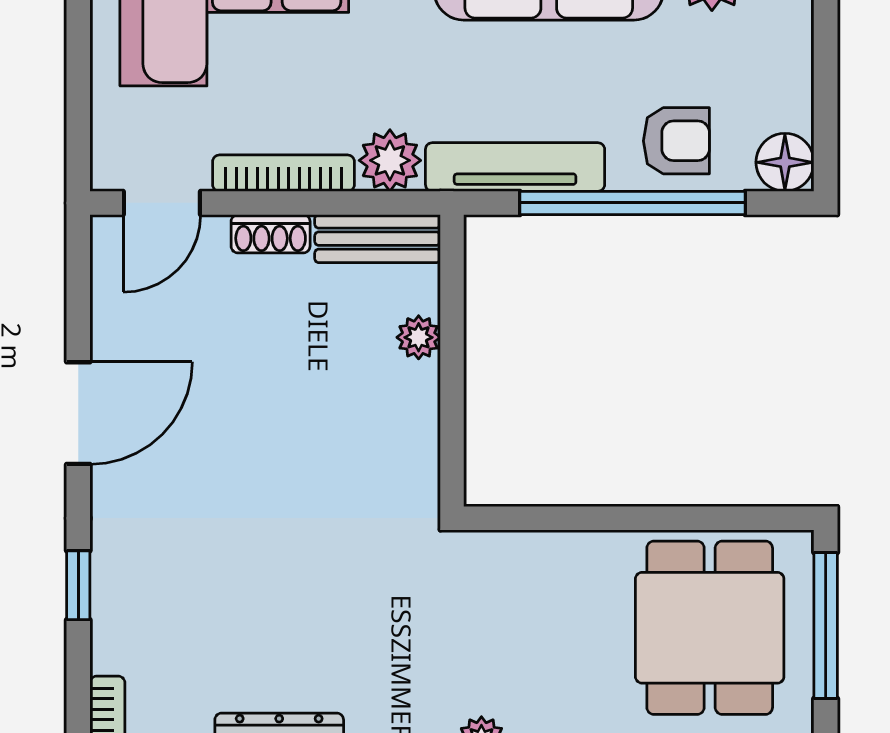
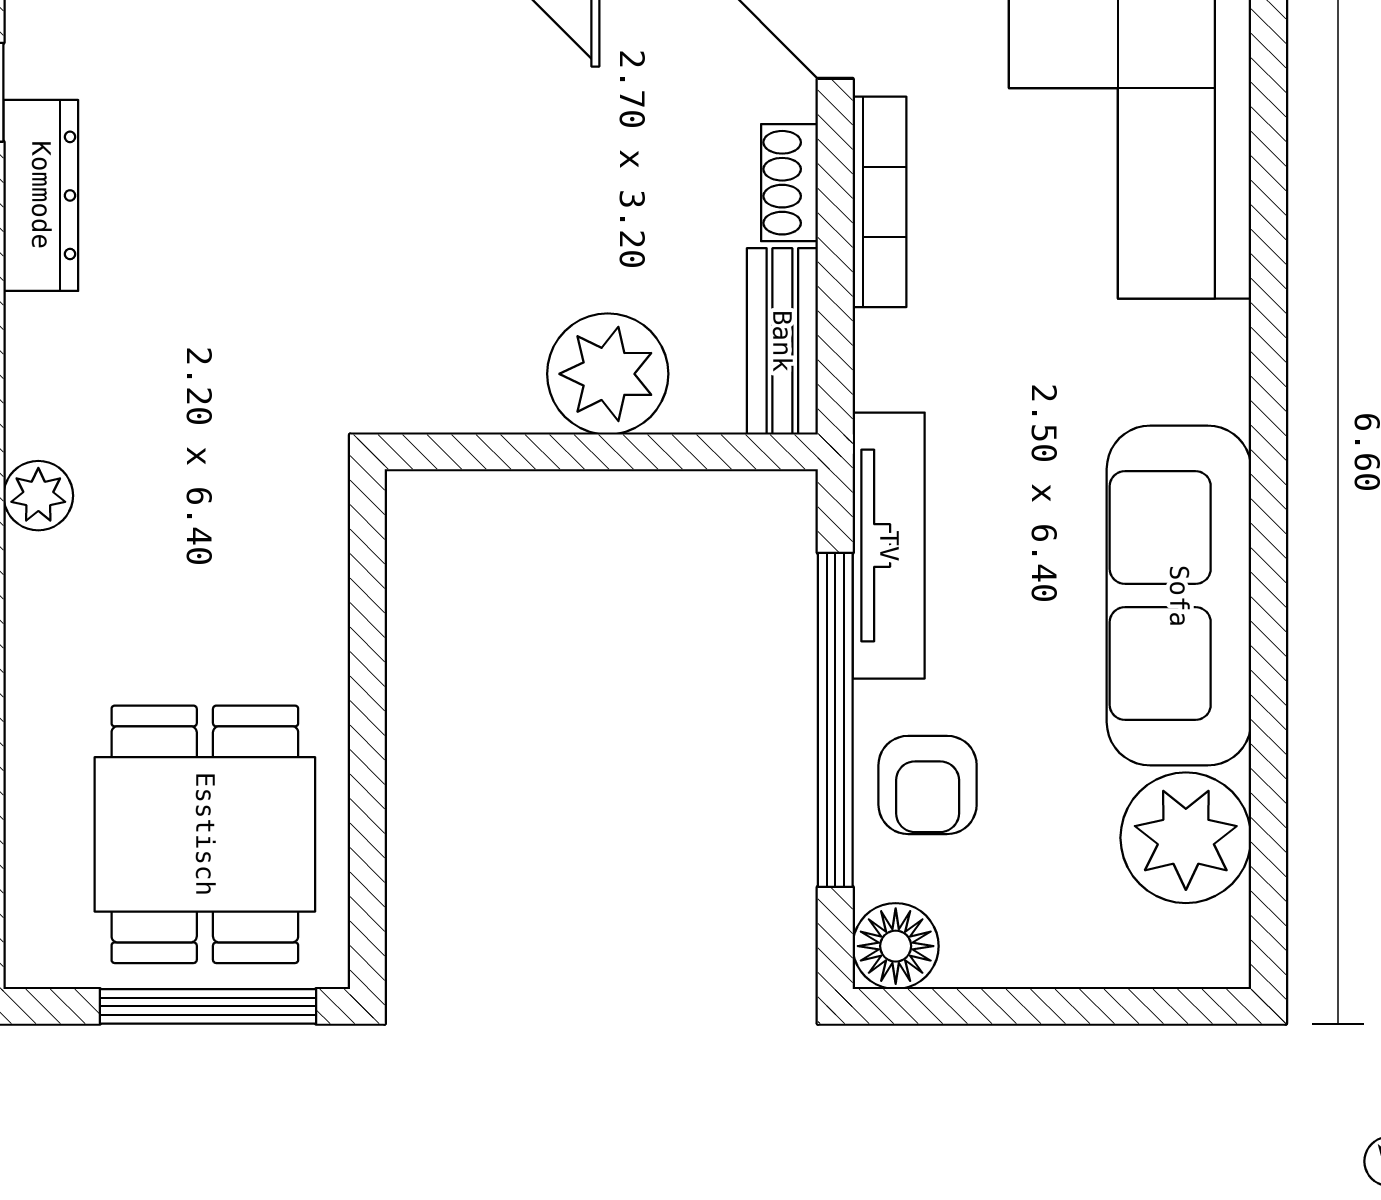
plant: (390, 160) -> (898, 360), removed
plant: (419, 337) -> (608, 374), width x1.88, depth x1.88
dining table: (710, 628) -> (205, 834), turned 90

